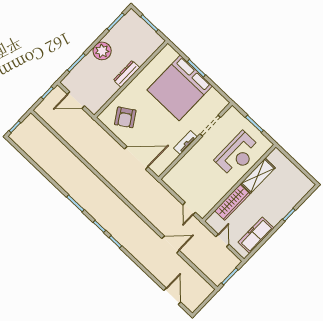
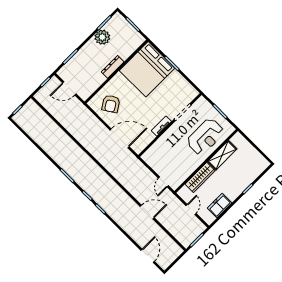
plant: (102, 51) -> (102, 37), moved
bed: (180, 88) -> (147, 69), moved
freezer: (256, 235) -> (220, 206), width x0.71

